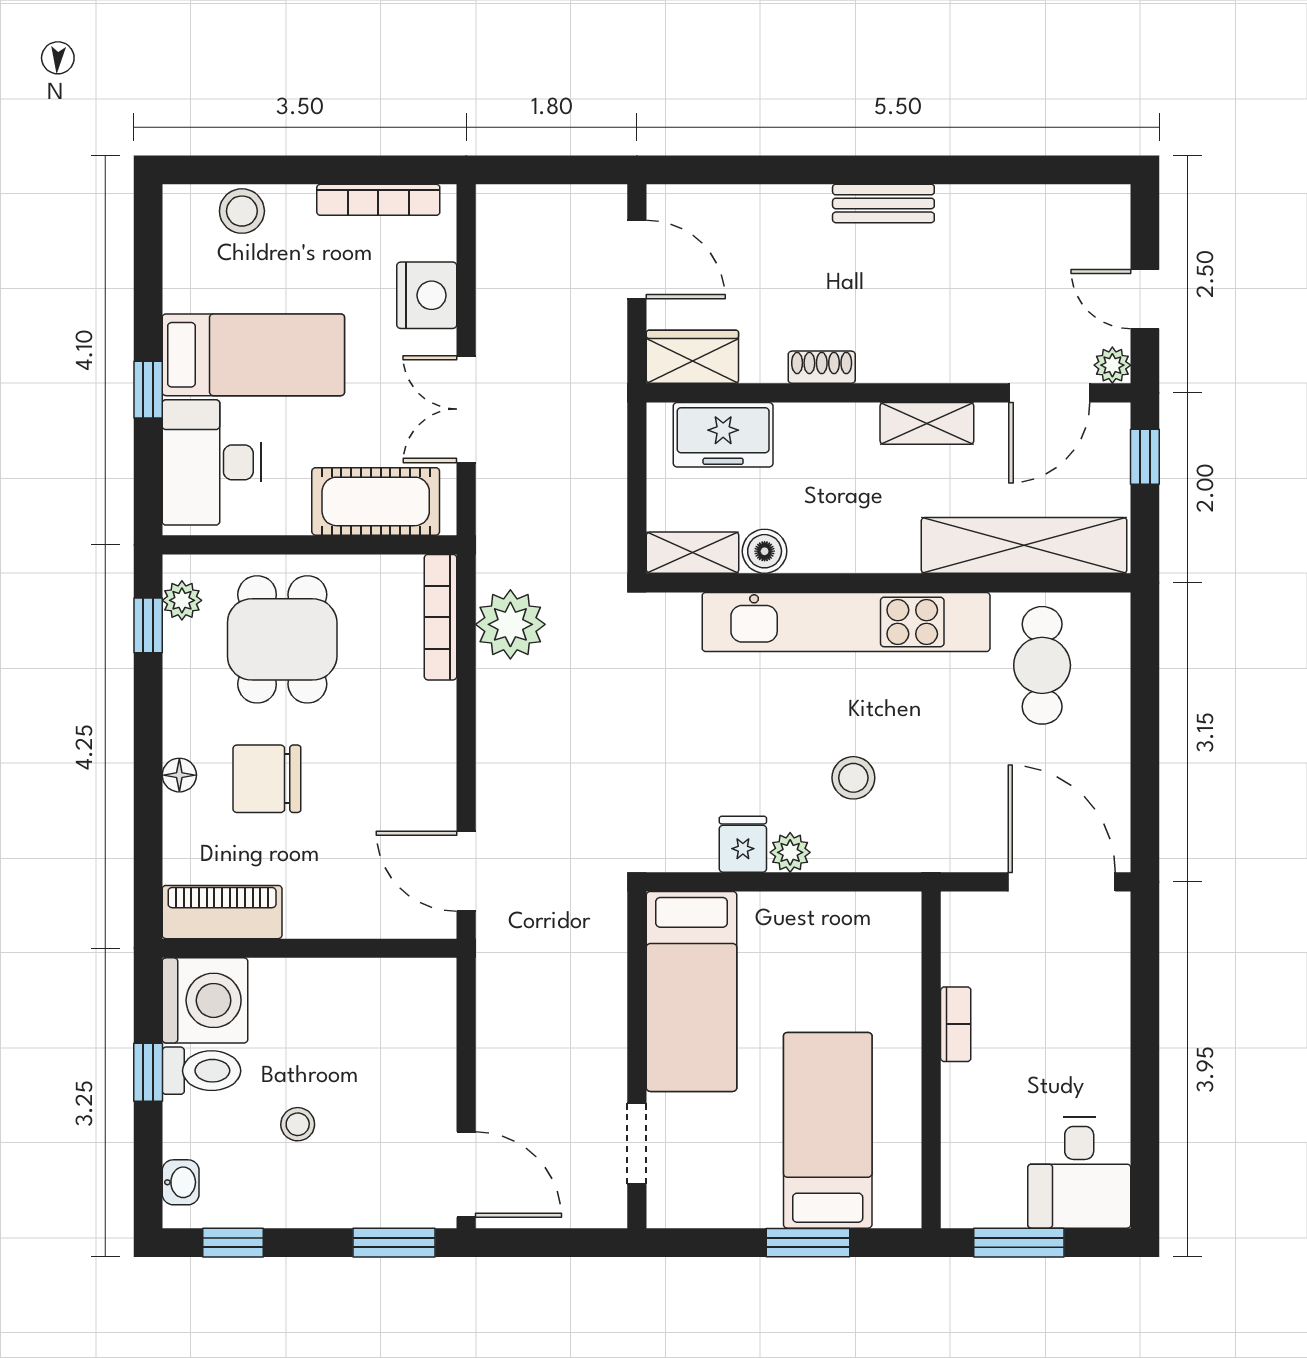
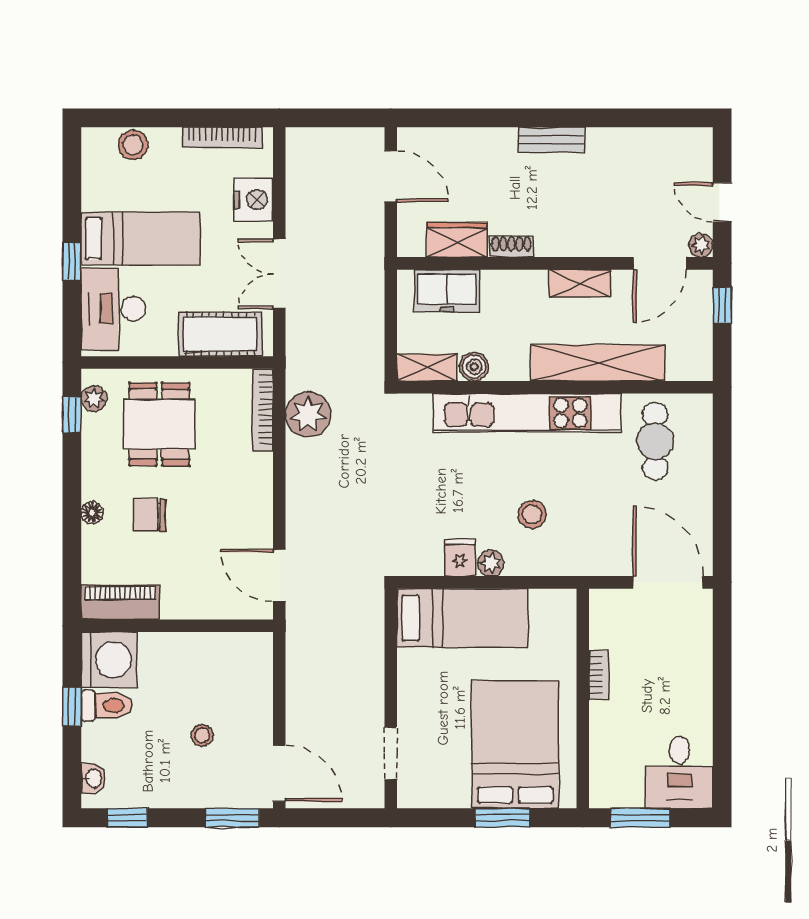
wardrobe: (692, 357) -> (457, 240), moved
shelving: (1024, 545) -> (598, 363), moved
chair: (267, 779) -> (149, 515), width x0.73, depth x0.73
bed: (691, 991) -> (462, 618), moved, turned -90
stool: (298, 1124) -> (202, 735), moved
bed: (828, 1130) -> (515, 744), width x1.50

